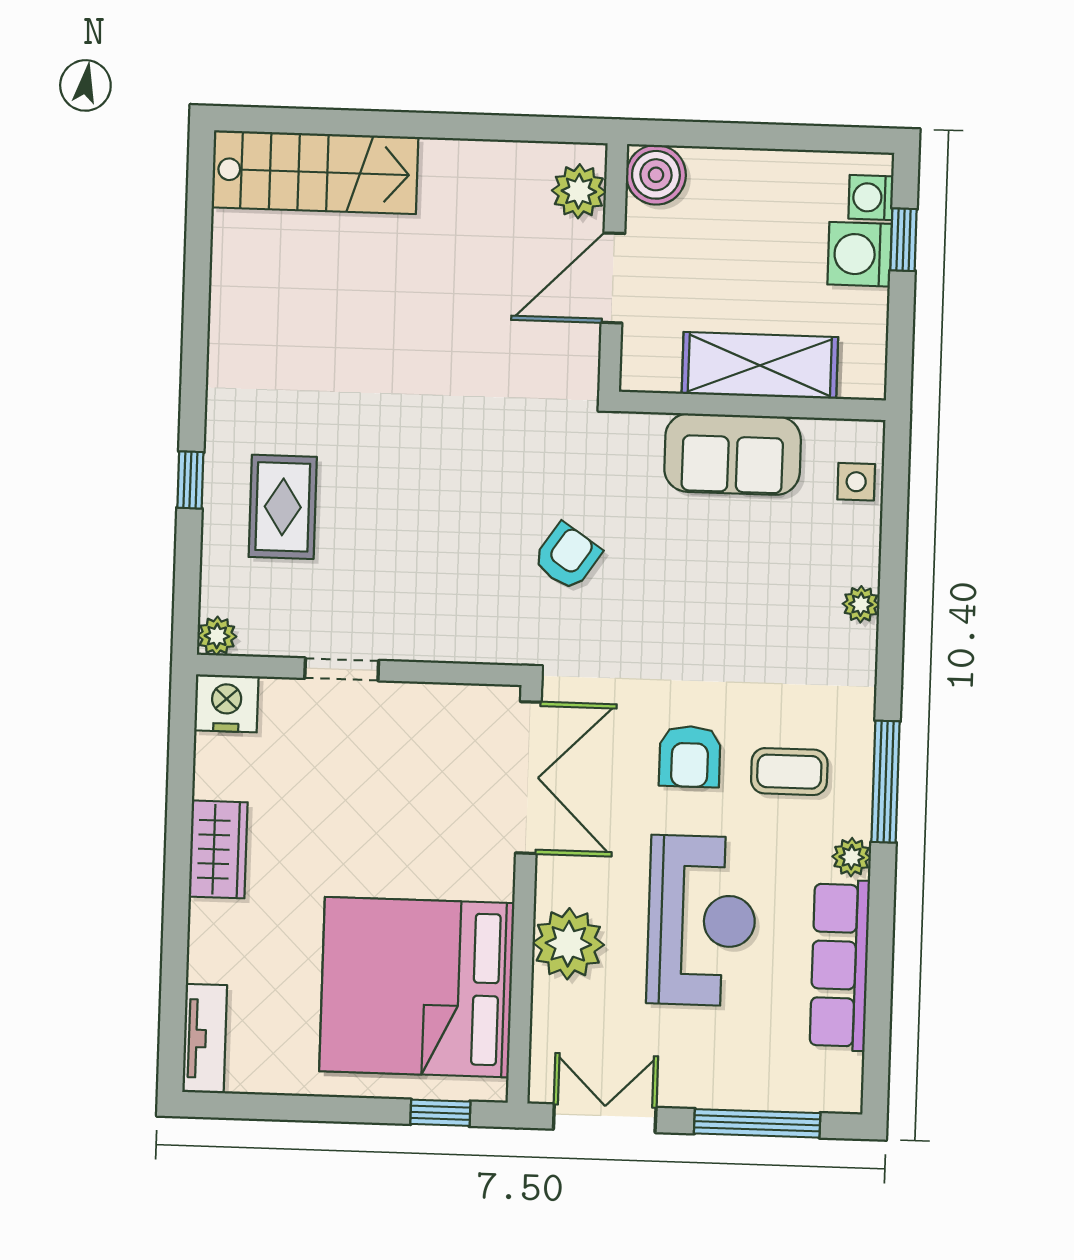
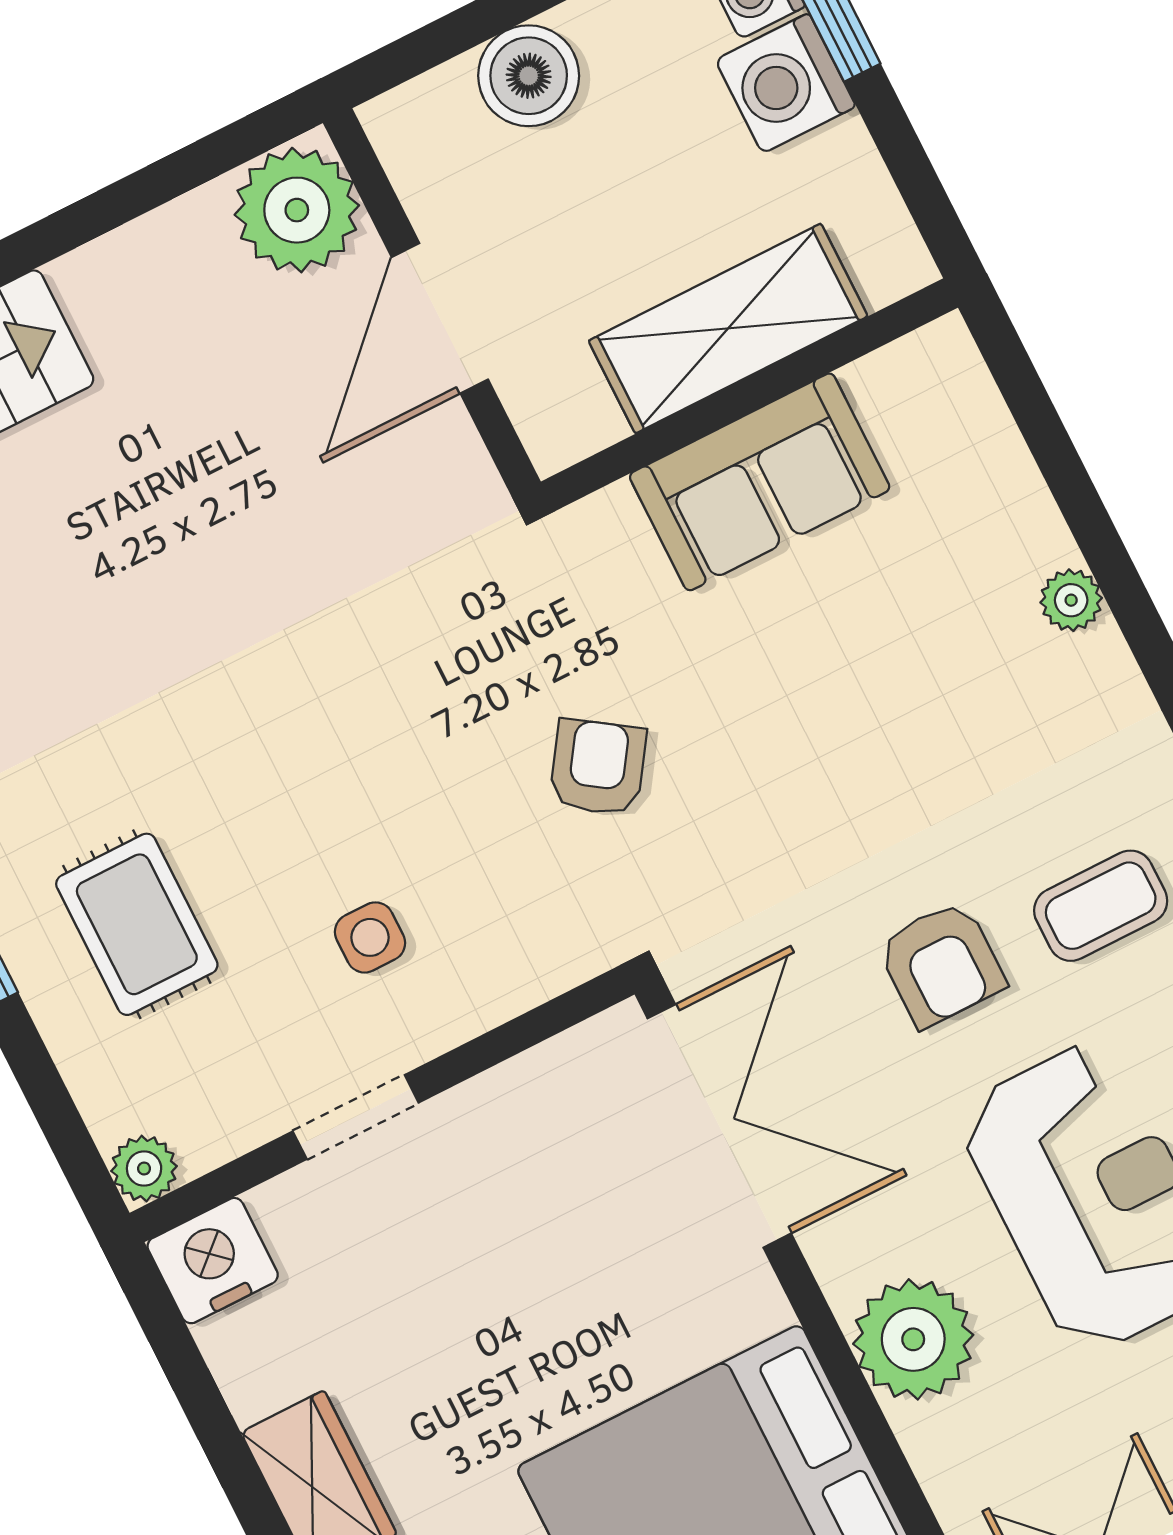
boiler: (656, 175) -> (529, 76), moved
plant: (579, 191) -> (297, 210), width x1.36, depth x1.36
side table: (856, 482) -> (370, 937), moved

